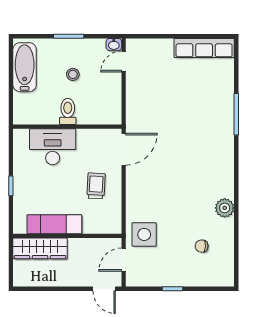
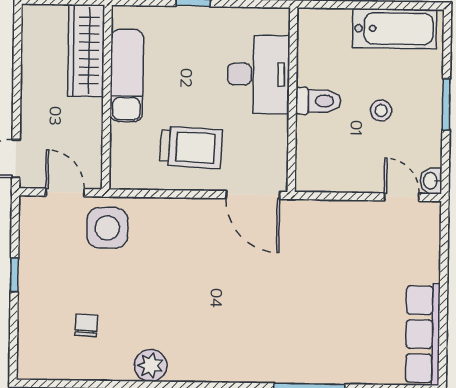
trolley: (96, 186) -> (191, 147), width x1.36, depth x1.39

